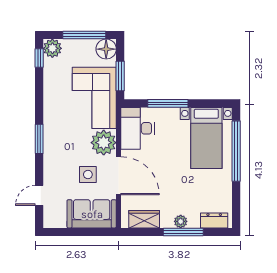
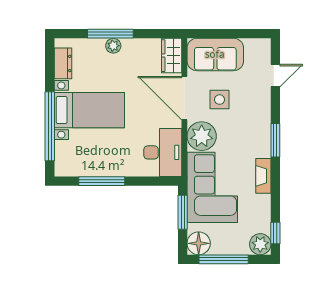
window: (168, 103) -> (102, 181), moved
fireplace: (50, 108) -> (263, 176), added
bed with nightstands: (206, 138) -> (89, 110), moved, turned 90
wardrobe: (144, 219) -> (172, 56), moved, turned 90
dresser: (214, 220) -> (63, 63), moved, turned -90

